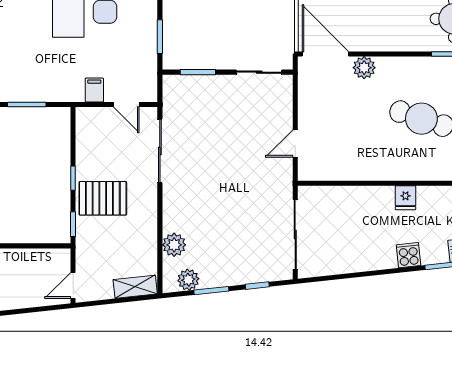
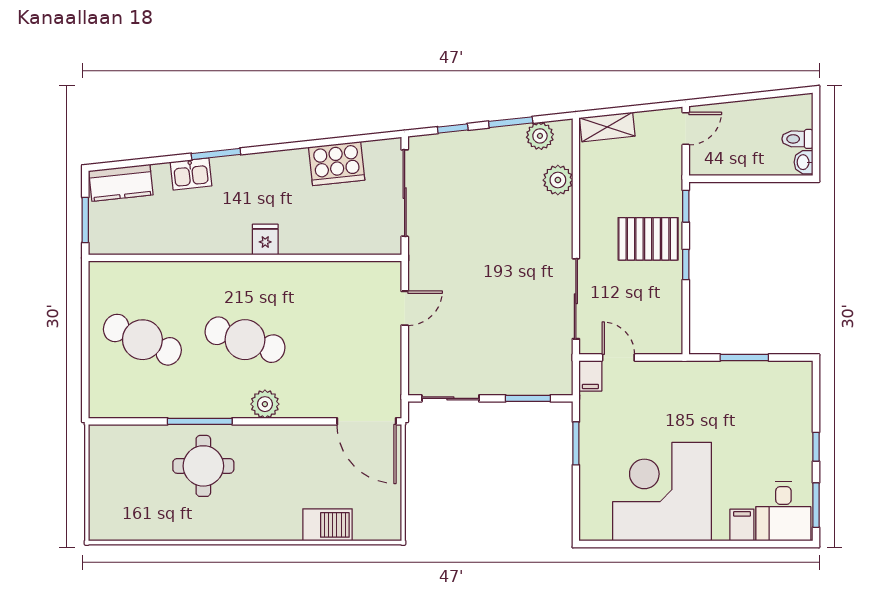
plant: (364, 68) -> (265, 404), moved
filing cabinet: (94, 90) -> (590, 376), moved
cooker: (409, 255) -> (337, 164), moved, width x1.87, depth x1.31

